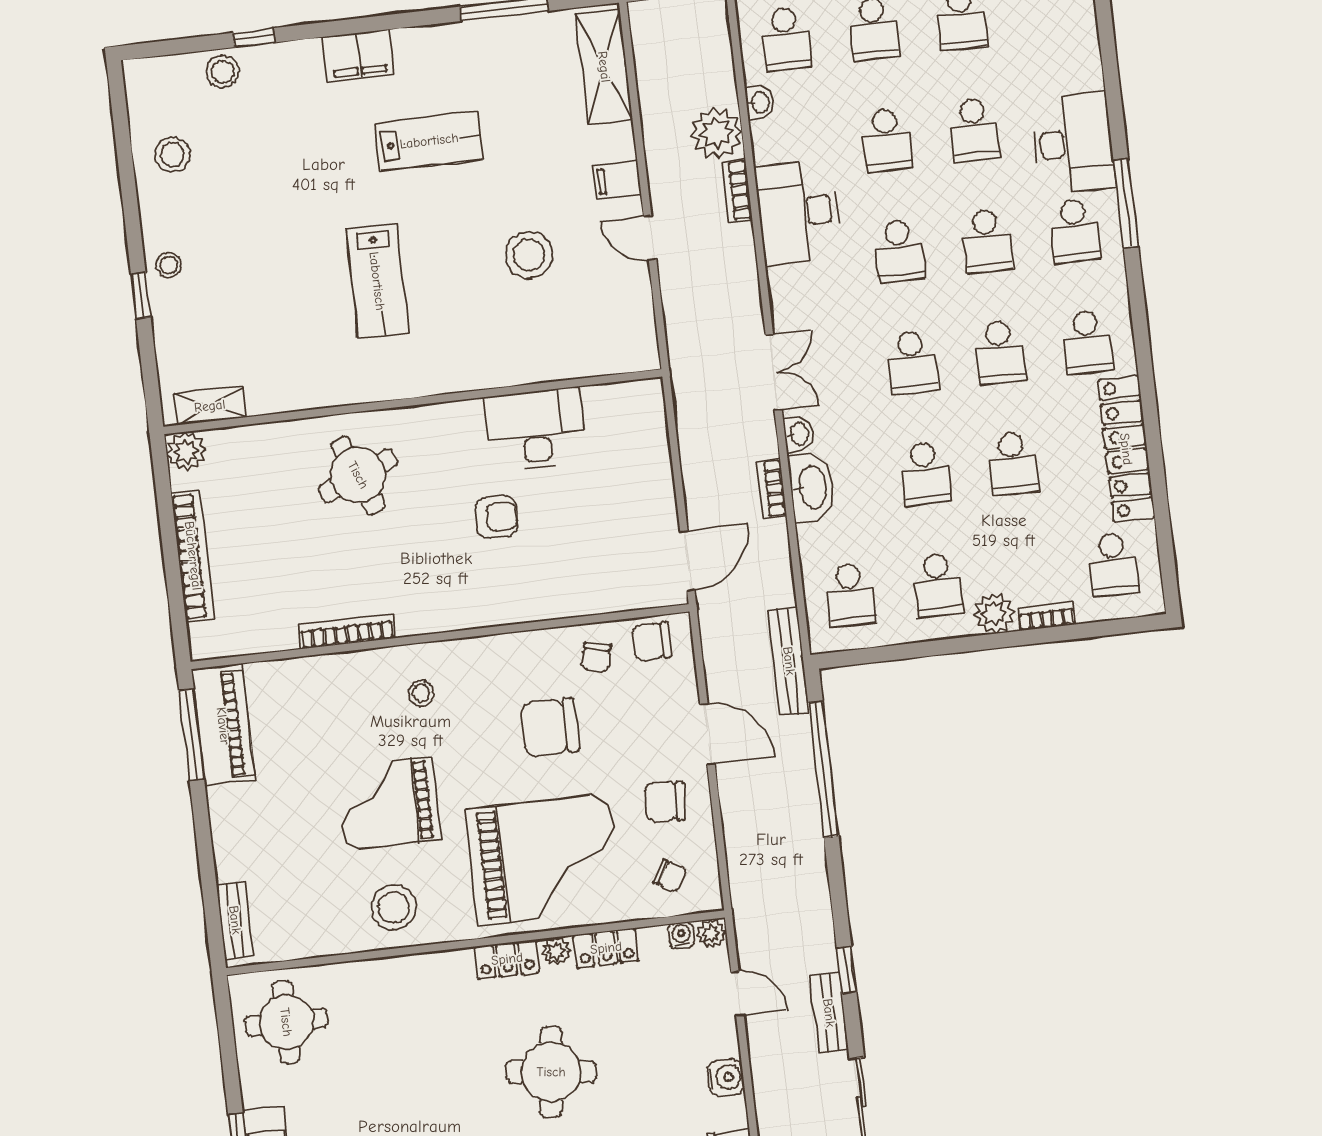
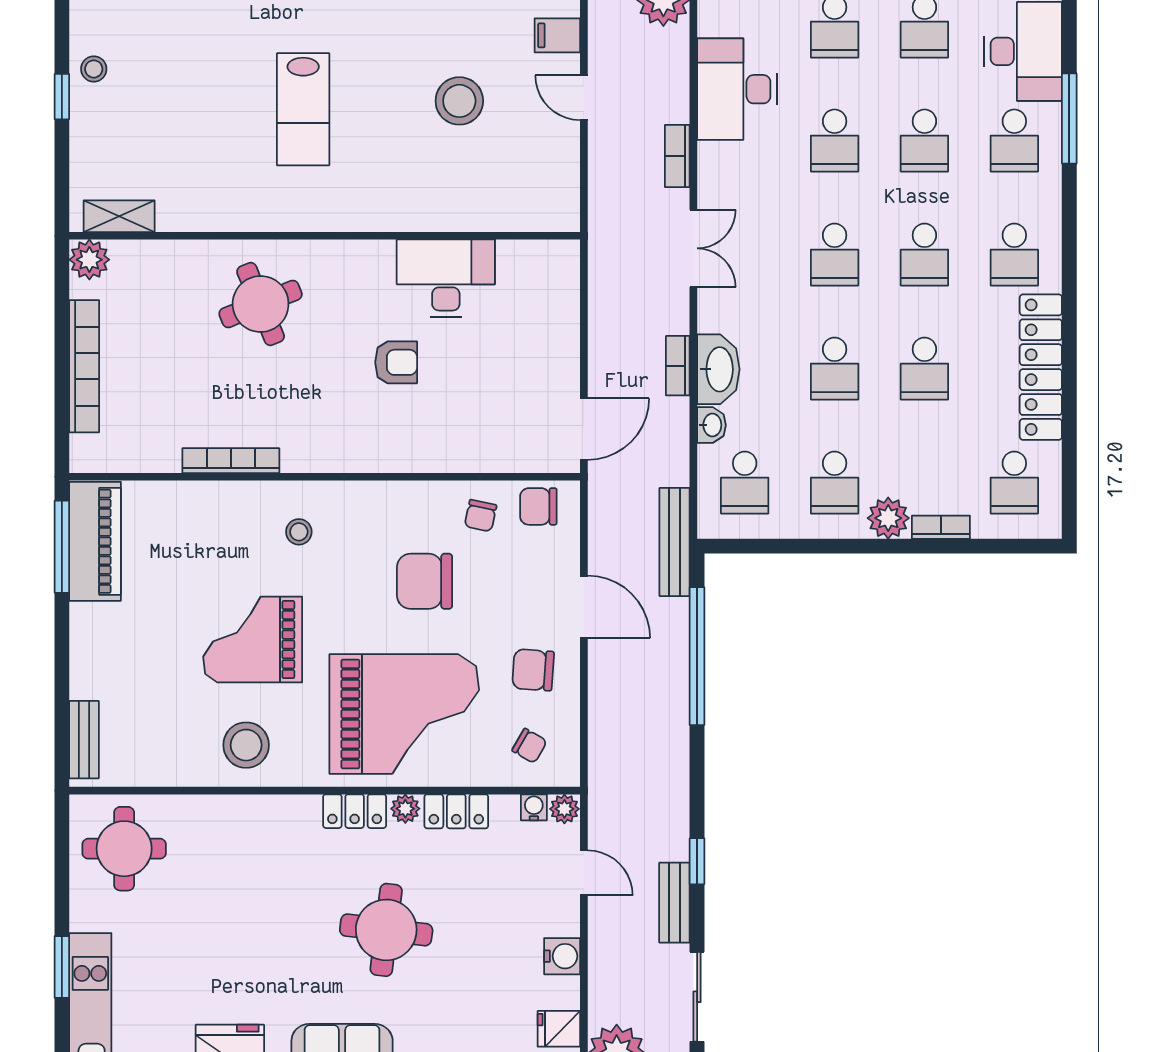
bookcase: (737, 191) -> (677, 156), moved
washbasin: (799, 434) -> (712, 425), moved

